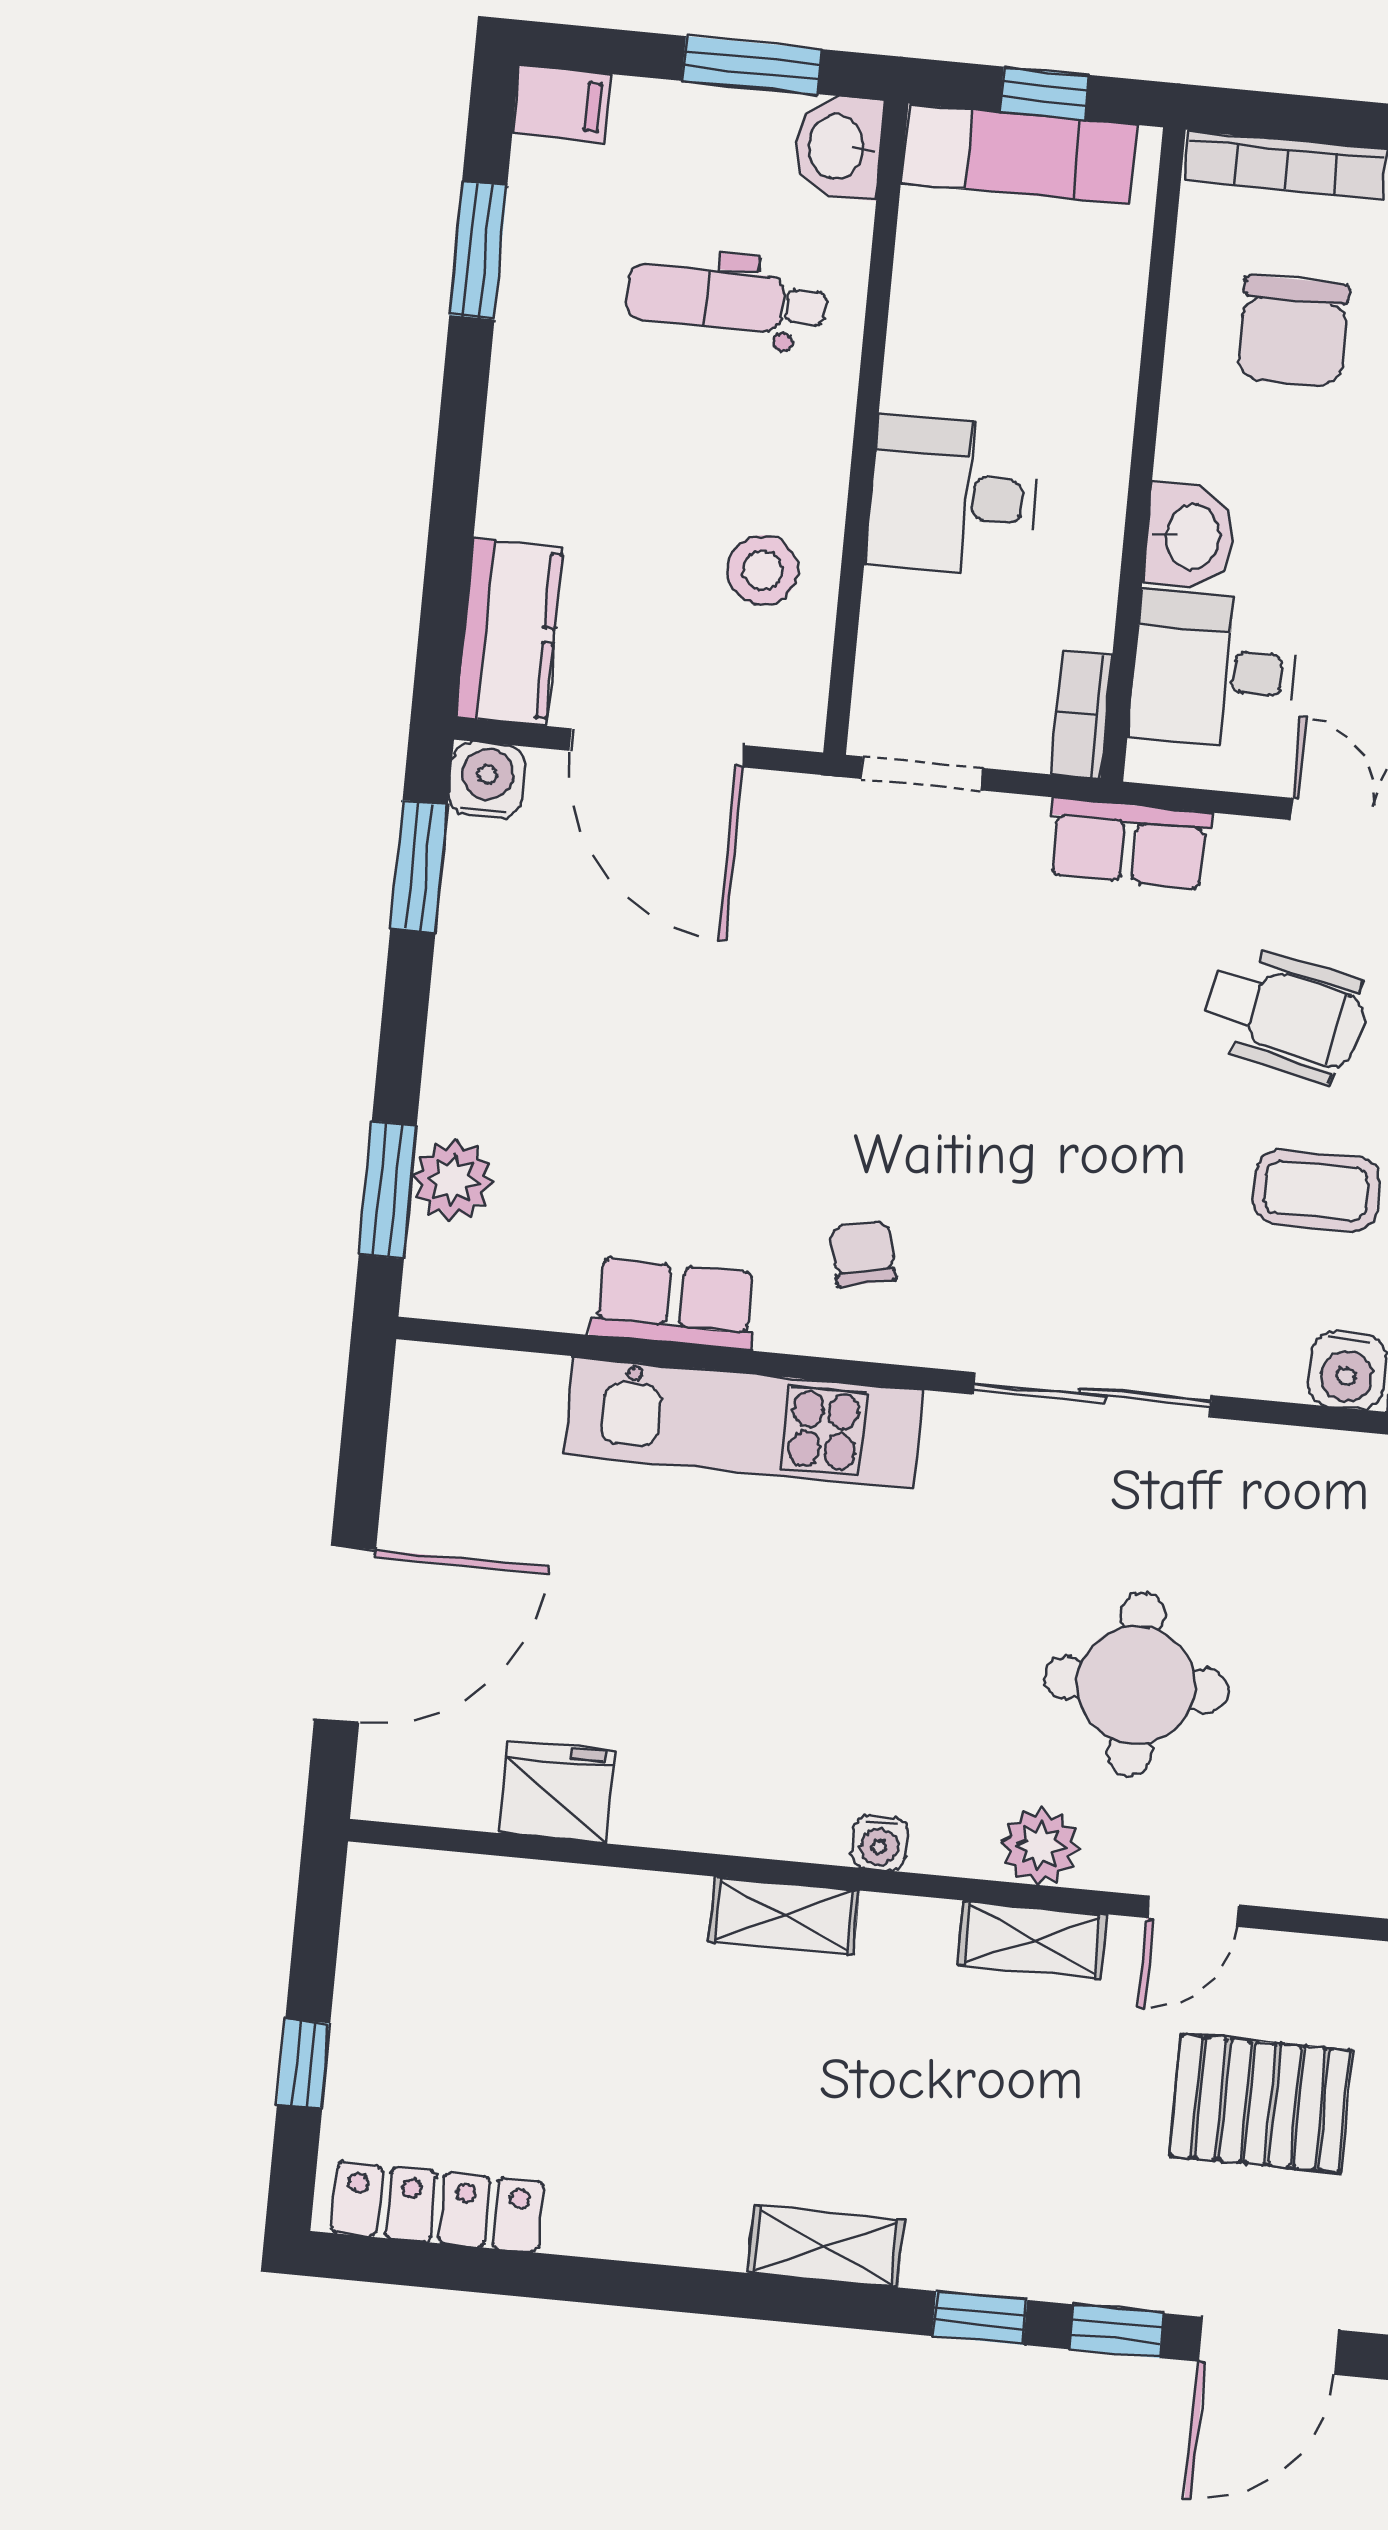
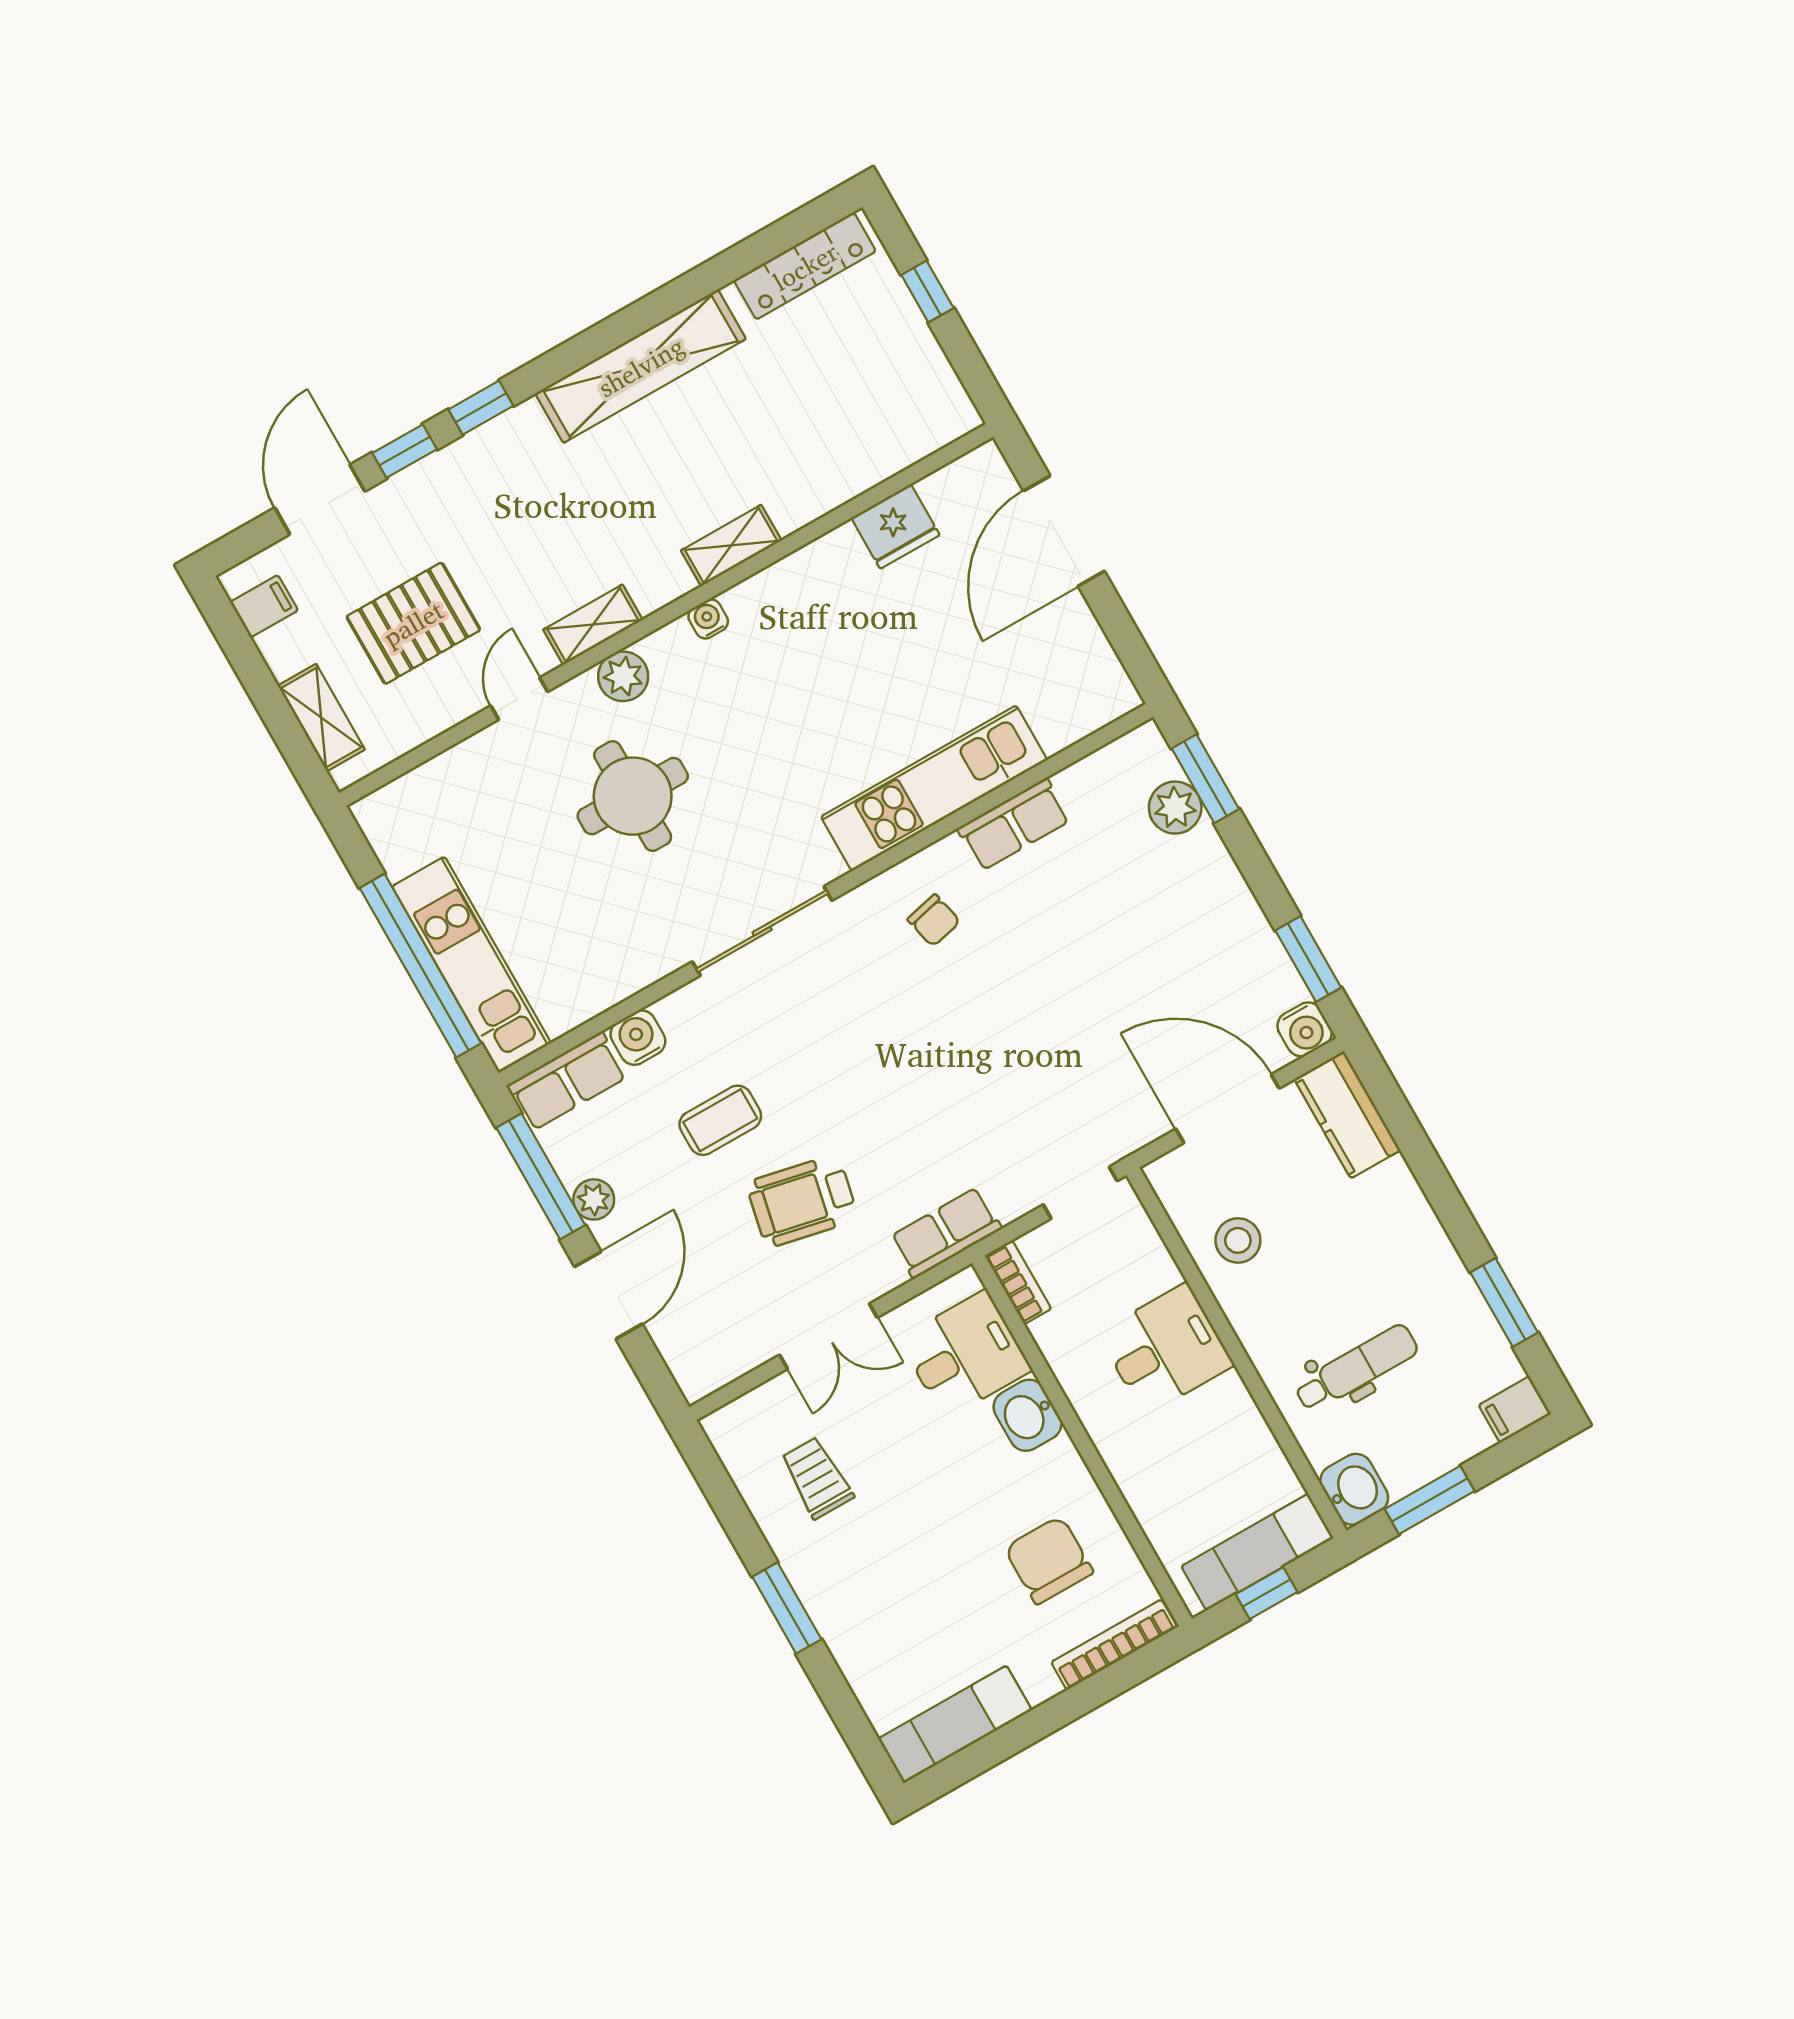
shelving: (826, 2247) -> (641, 366), width x2.20, depth x1.33

